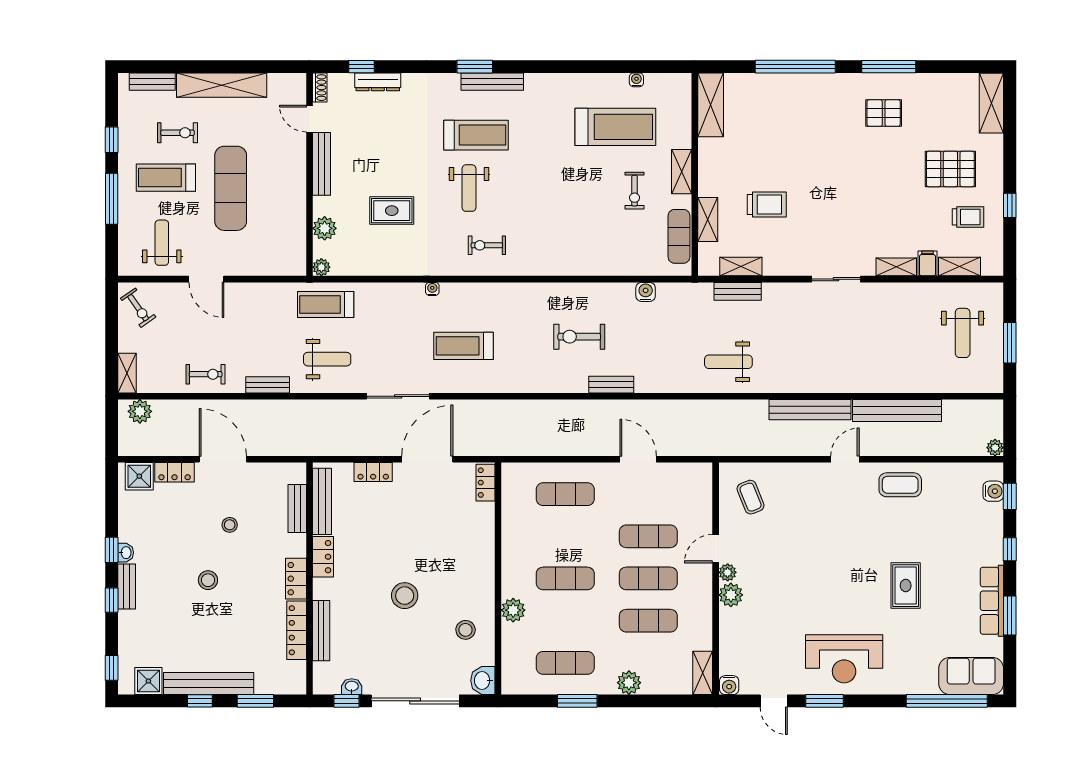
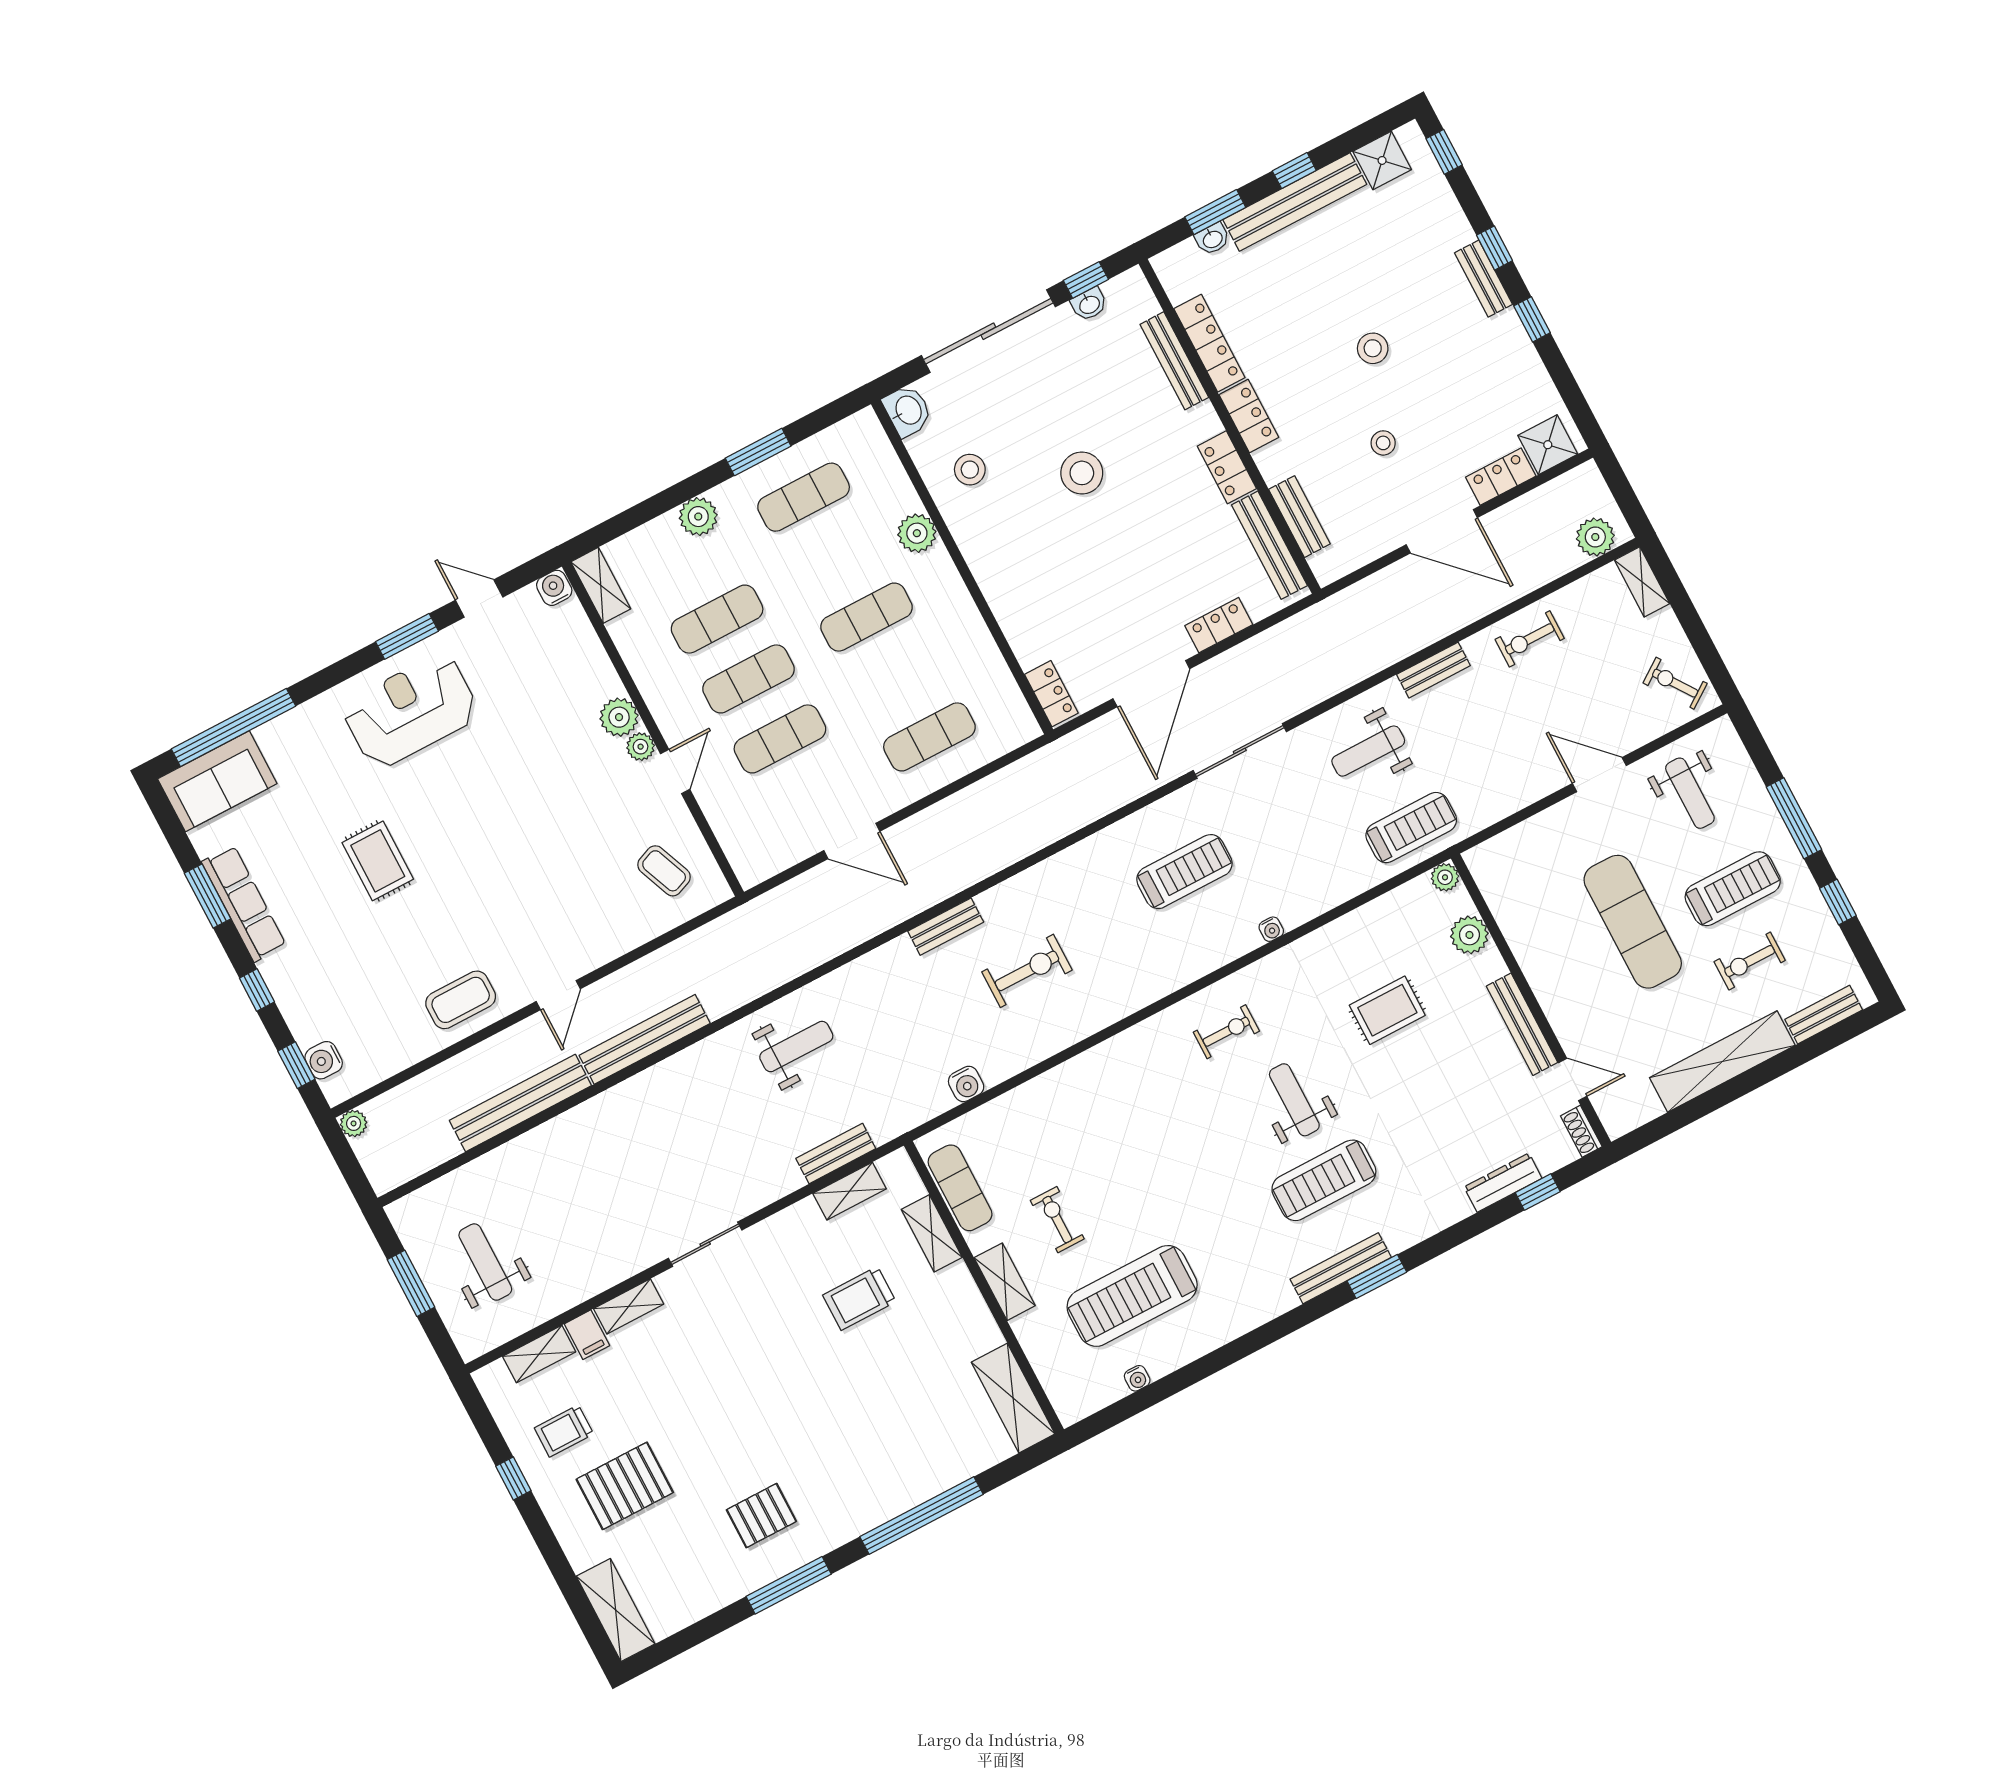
washbasin: (126, 553) -> (1212, 239), moved, turned -90

